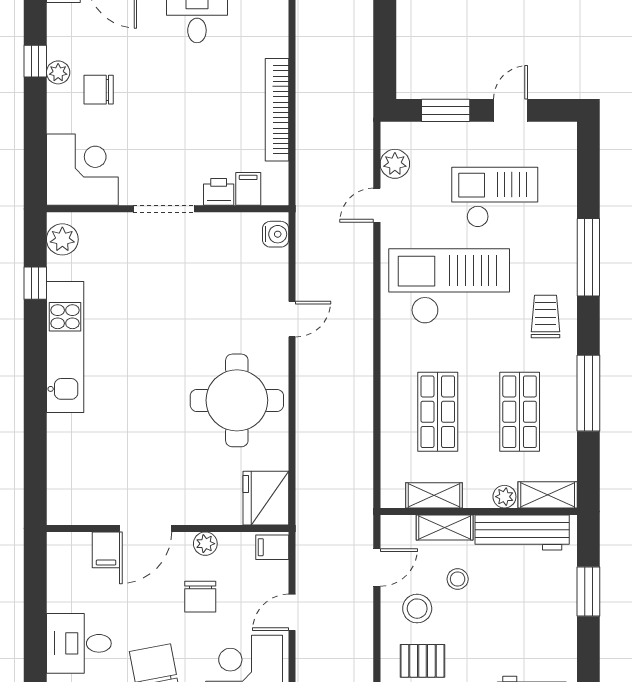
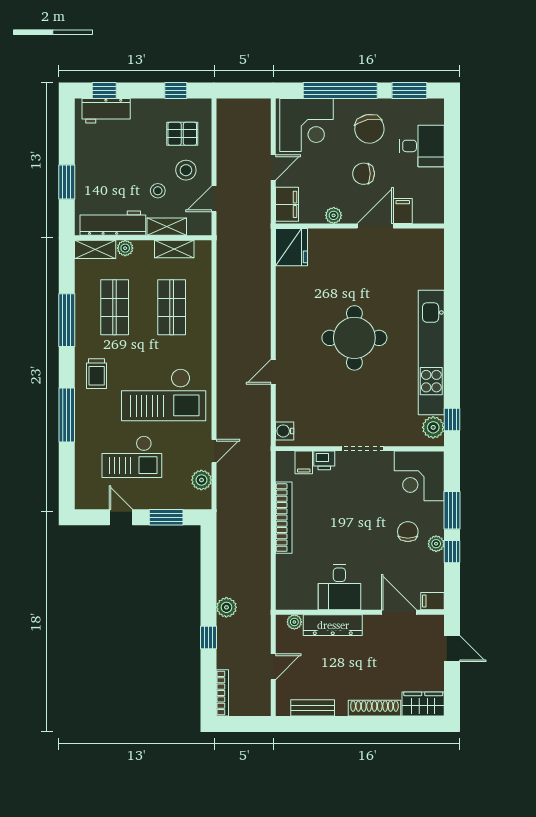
chair: (99, 90) -> (408, 532), turned -90
door: (511, 110) -> (121, 517), swing flipped
window: (35, 120) -> (452, 510), added
window: (35, 283) -> (452, 420), moved
kitchen unit: (65, 347) -> (431, 352), width x1.36
round table: (237, 400) -> (354, 338), moved
filing cabinet: (272, 547) -> (287, 204), width x2.00
chair: (200, 597) -> (364, 174), moved, turned -90

